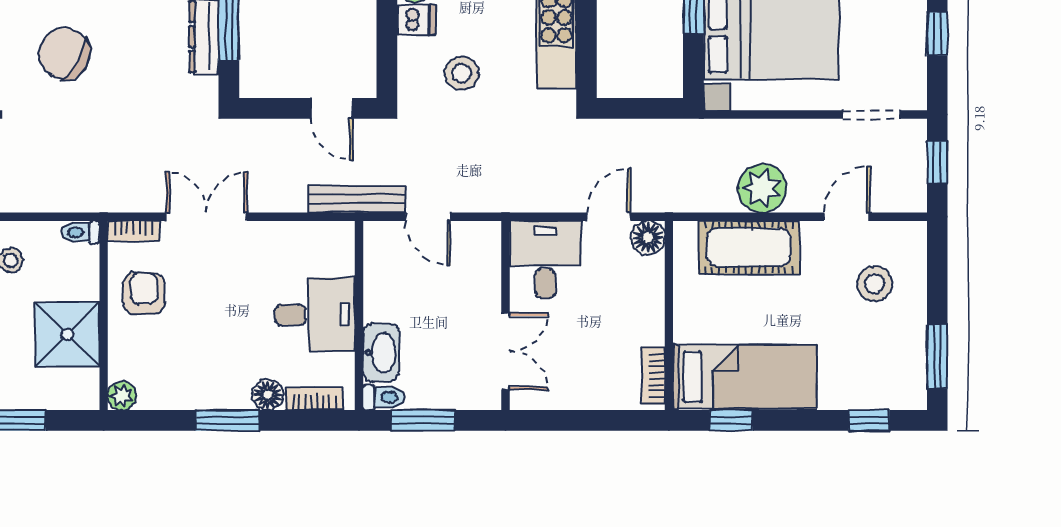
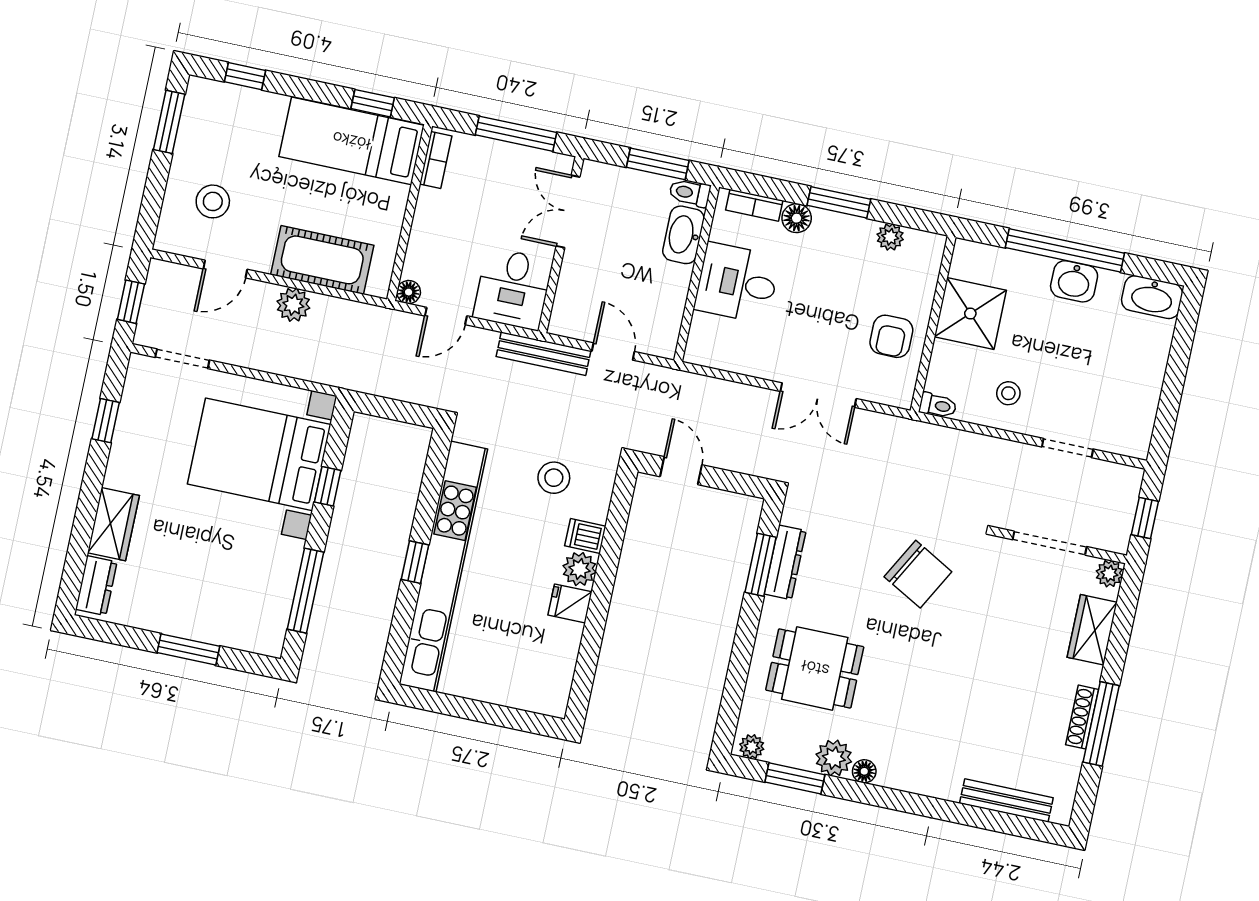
plant: (762, 188) -> (293, 305), width x0.73, depth x0.73
bench: (357, 199) -> (543, 354), moved
bookcase: (133, 231) -> (889, 396), removed
floor lamp: (648, 238) -> (409, 292), width x0.73, depth x0.73
plant: (122, 396) -> (890, 237), moved
window: (576, 420) -> (516, 134), added

